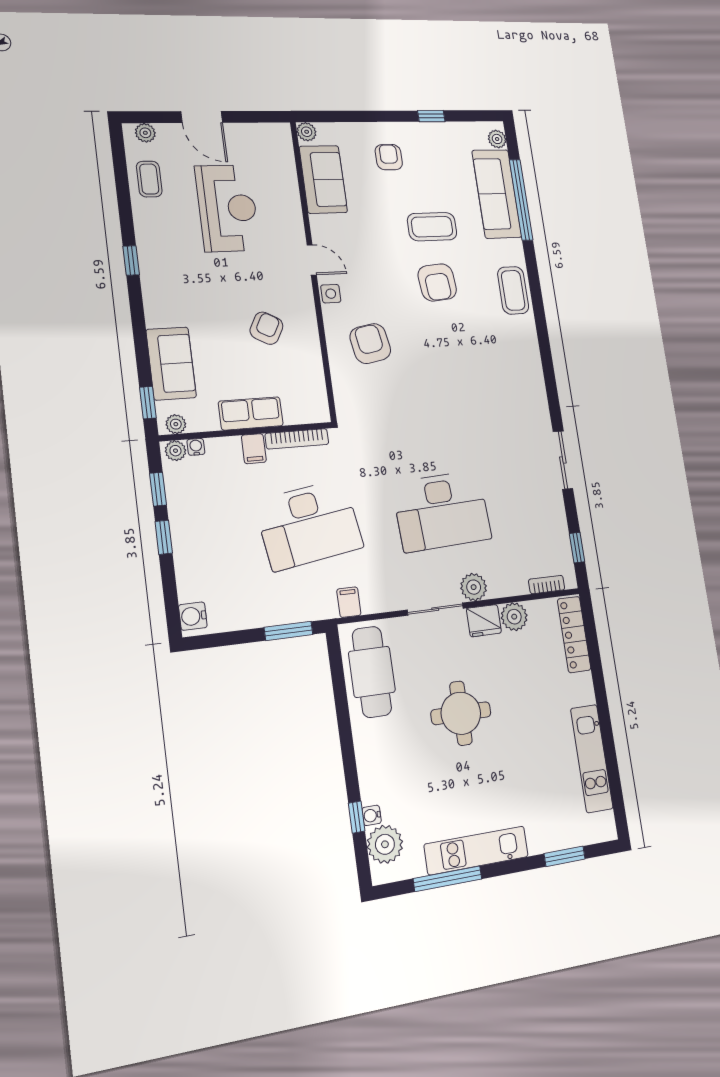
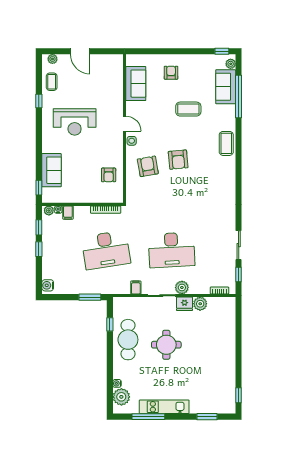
window: (431, 116) -> (222, 51), moved
plant: (307, 132) -> (131, 59), removed
sofa: (497, 194) -> (226, 87), width x0.73
reception desk: (227, 208) -> (75, 122), moved, turned 90
window: (131, 260) -> (39, 101), moved
armchair: (437, 282) -> (178, 160), moved
armchair: (266, 328) -> (109, 175), moved, turned 151
row of seats: (251, 413) -> (85, 196), removed
plant: (176, 424) -> (50, 198), removed
filing cabinet: (254, 449) -> (68, 213), moved
sliding door: (563, 460) -> (239, 245), moved
filing cabinet: (349, 602) -> (136, 287), moved
locker: (574, 634) -> (230, 316), removed
cafe table: (372, 672) -> (128, 340), moved
kitchen unit: (592, 758) -> (229, 375), removed
window: (617, 799) -> (239, 395), added
window: (357, 817) -> (110, 324), moved

